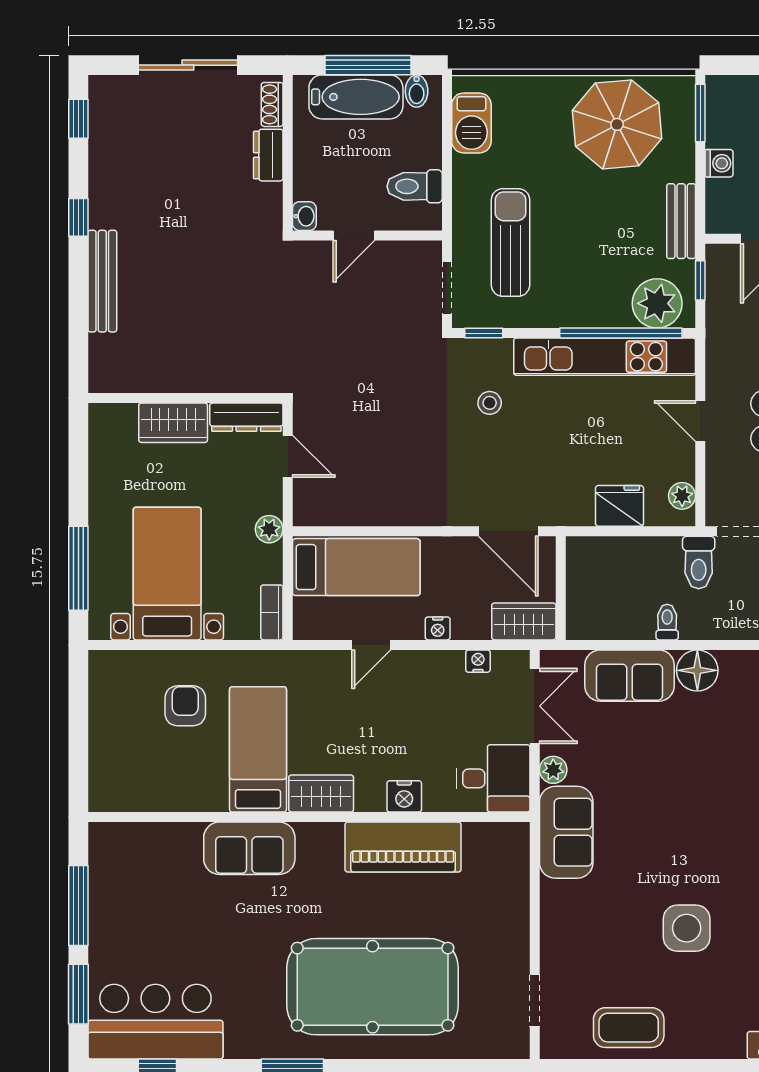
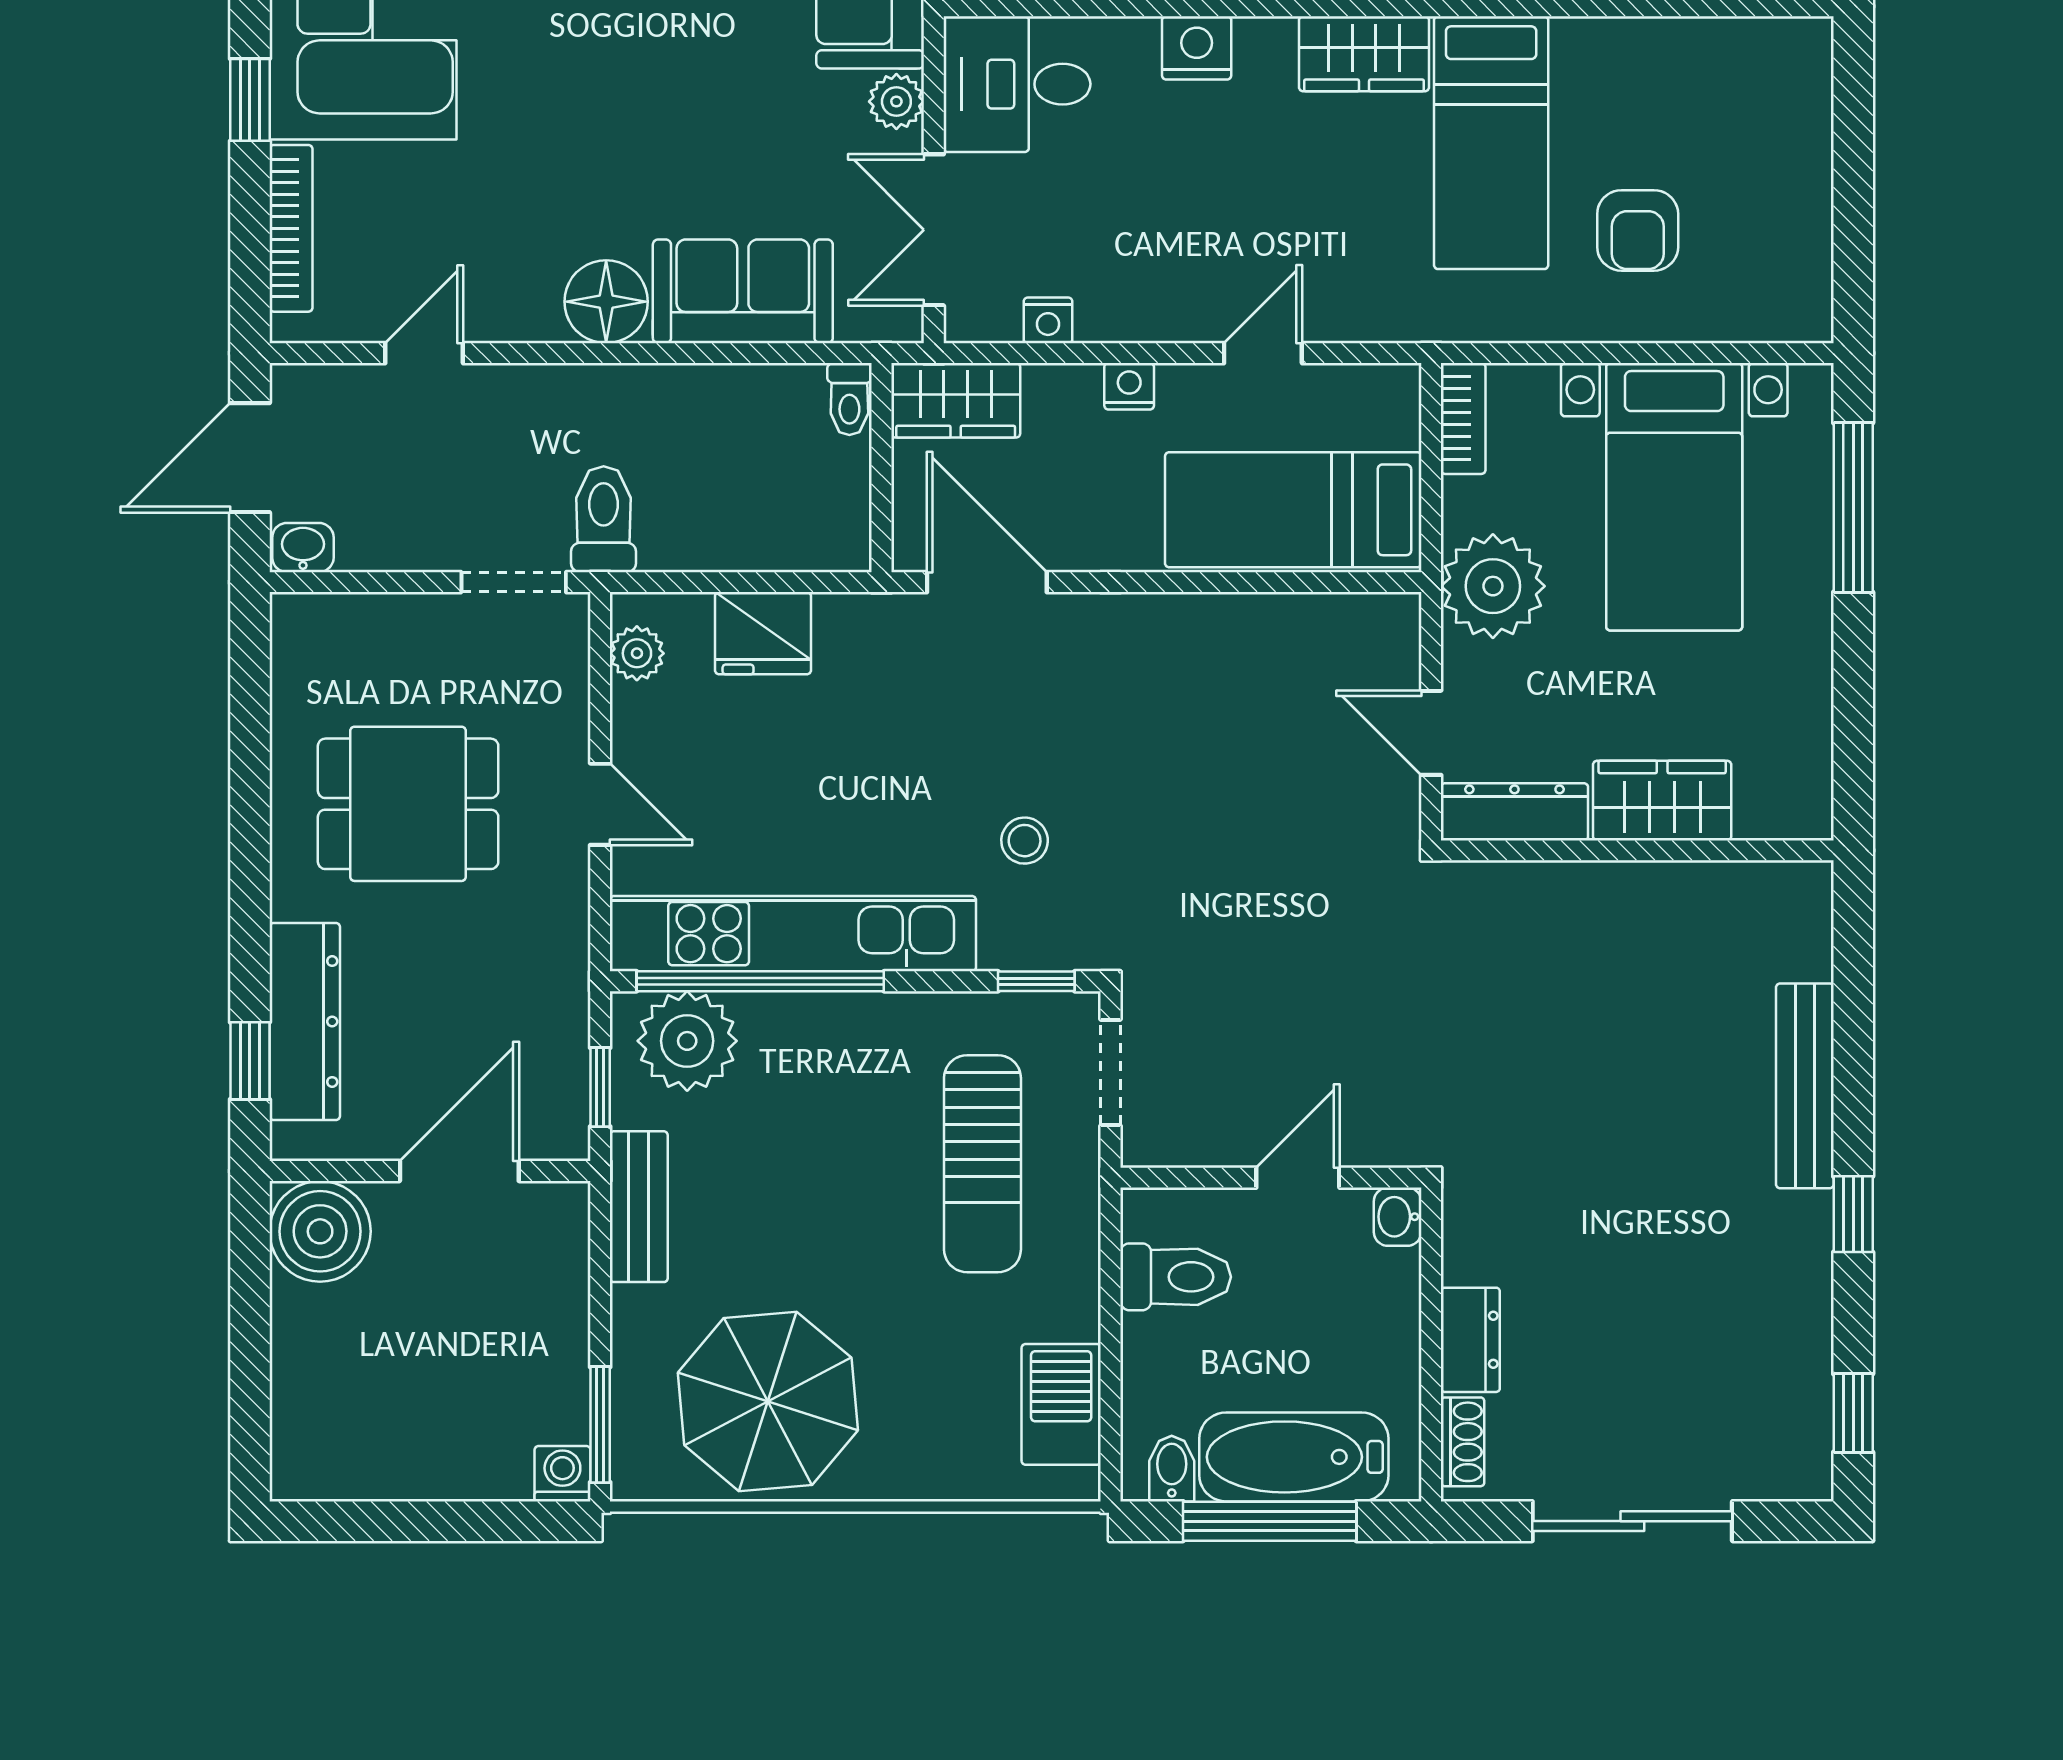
washing machine: (719, 163) -> (562, 1474), moved, turned 90
plant: (269, 529) -> (1493, 586), width x1.87, depth x1.87
toilet: (667, 622) -> (849, 399), moved

